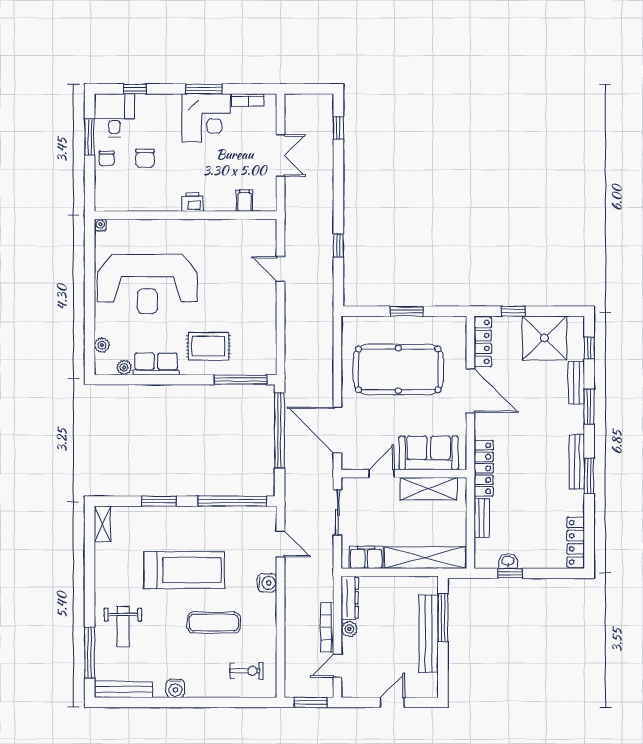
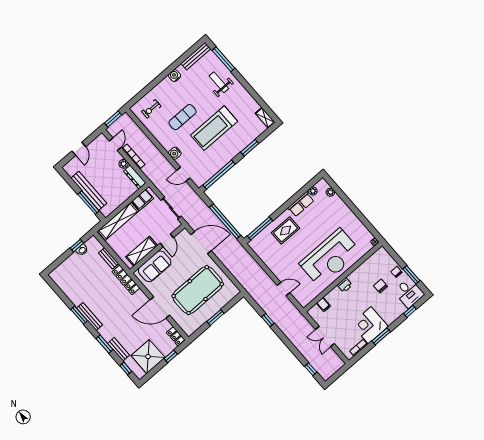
reception desk: (147, 284) -> (330, 258), moved, turned 180
locker: (483, 342) -> (176, 336), width x0.66
locker: (576, 542) -> (61, 283), removed

